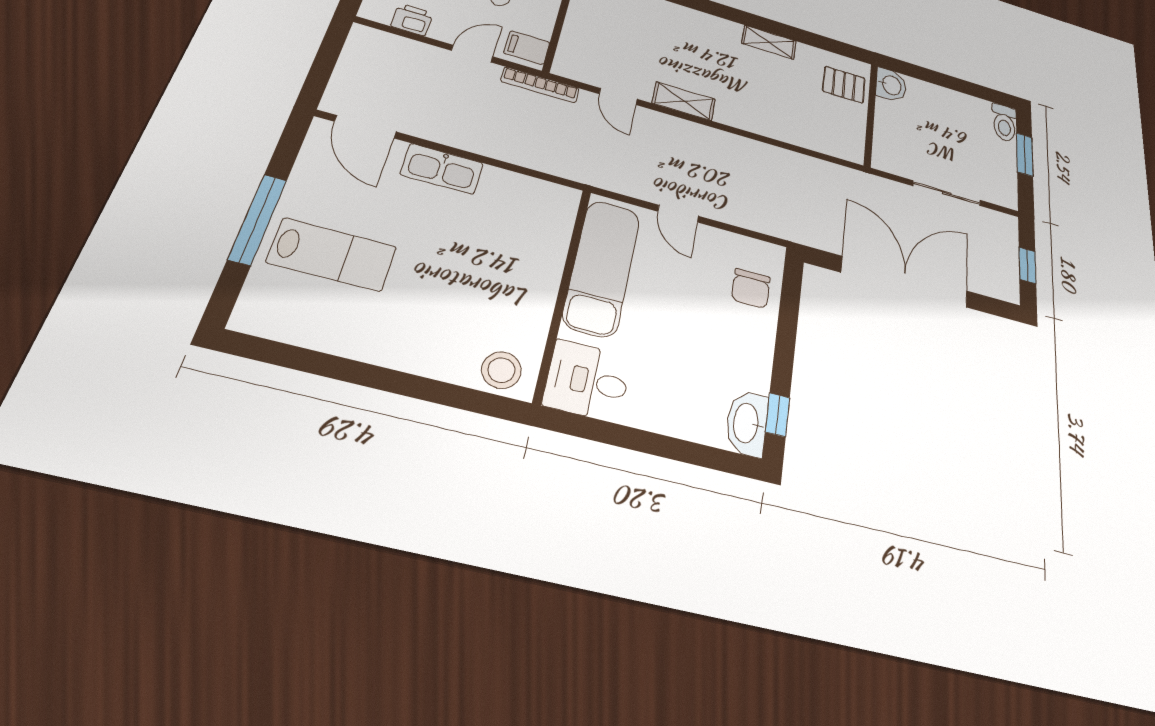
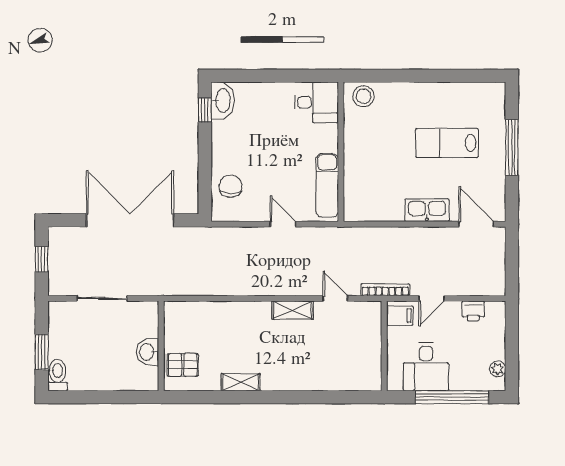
washbasin: (891, 85) -> (147, 352), moved
lab bench: (332, 255) -> (447, 143), moved
exam couch: (602, 267) -> (327, 185), width x0.73, depth x0.69
double door: (905, 282) -> (130, 220), swing flipped

